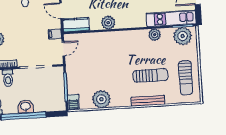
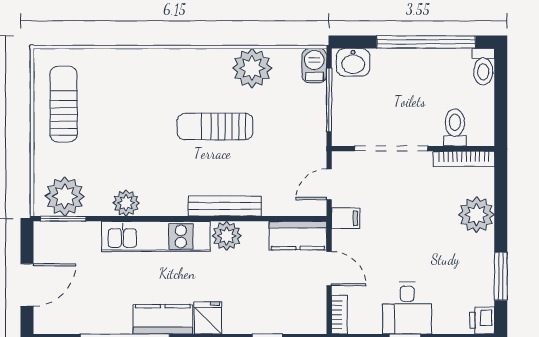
kitchen unit: (171, 18) -> (156, 236), moved
sun lounger: (150, 76) -> (215, 127), moved
bench: (148, 101) -> (225, 206), moved
washbasin: (25, 107) -> (353, 62), moved

